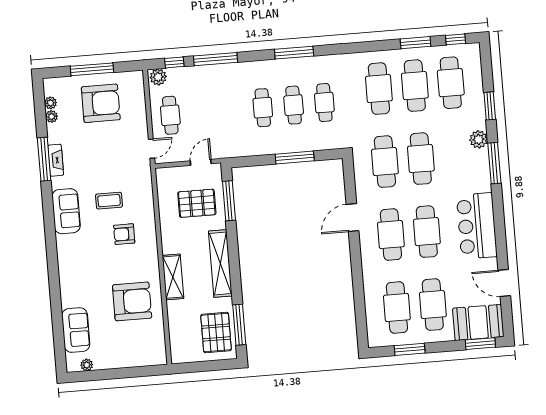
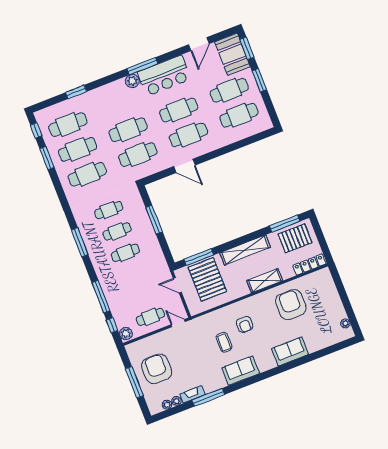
plant: (479, 139) -> (132, 81), moved
fireplace: (56, 160) -> (192, 394), moved
window: (494, 163) -> (142, 66), moved
pallet: (197, 203) -> (207, 279), width x1.37, depth x1.41
sofa: (76, 330) -> (290, 351), moved
locker: (177, 341) -> (309, 265), added
window: (410, 349) -> (259, 80), moved

